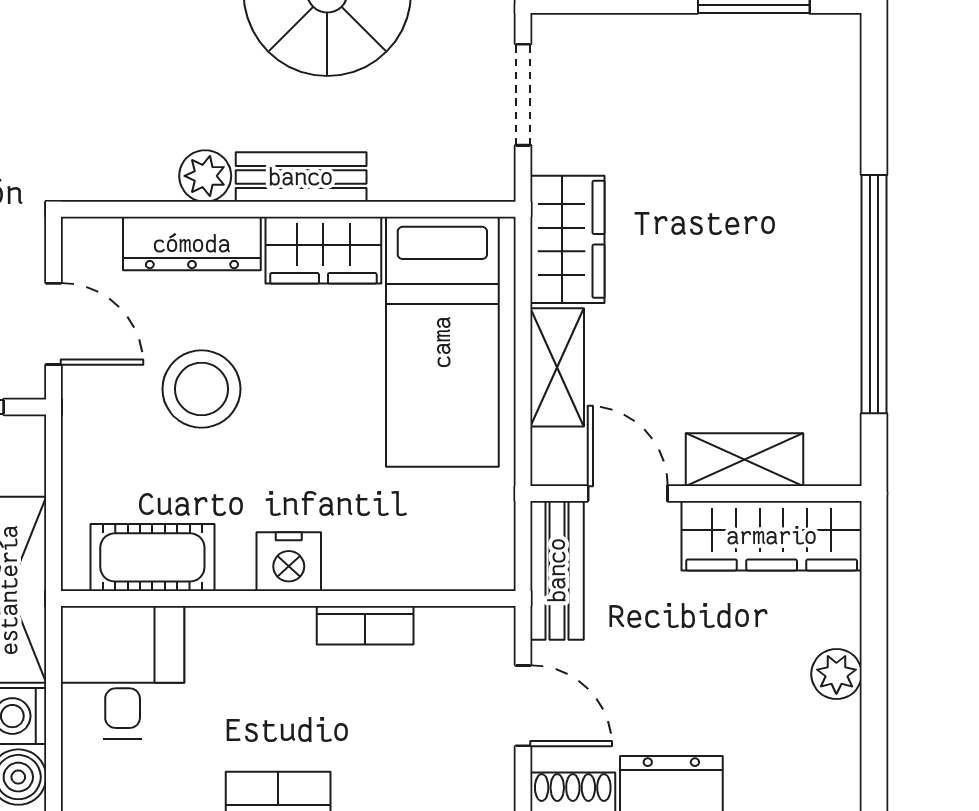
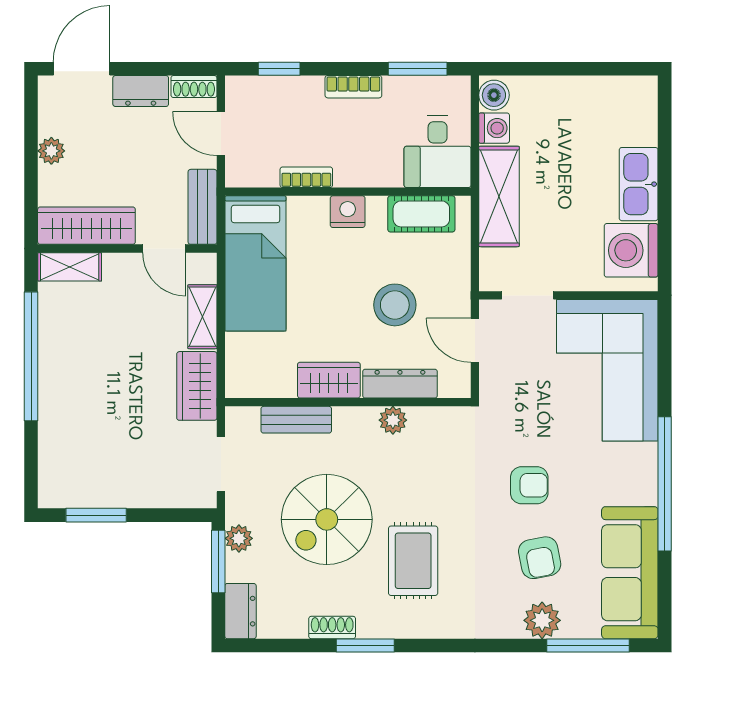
bench: (301, 177) -> (296, 420), moved
bed: (442, 342) -> (256, 263), moved, turned 180
shelving: (744, 460) -> (70, 267), moved

